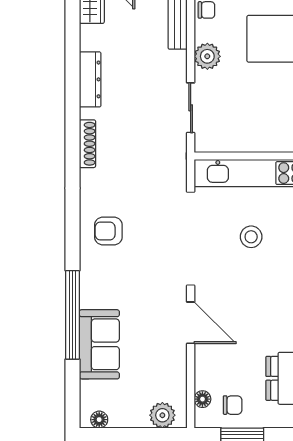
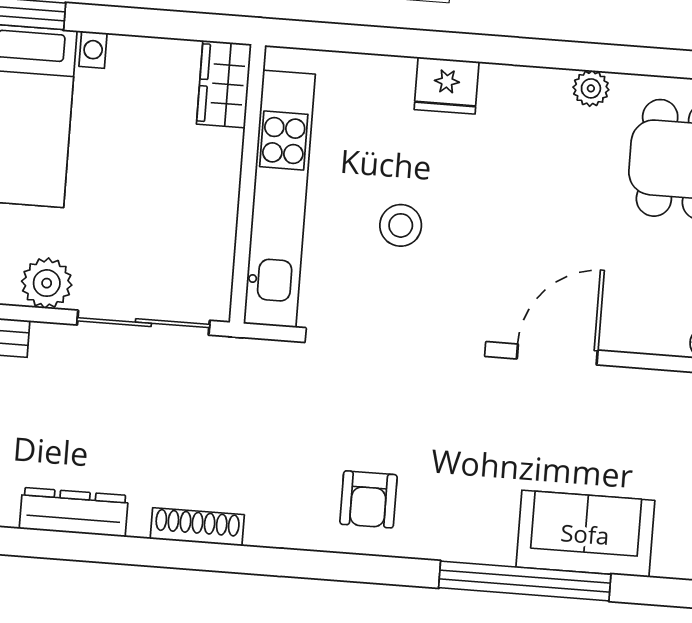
sliding door: (191, 108) -> (143, 323), width x1.37

